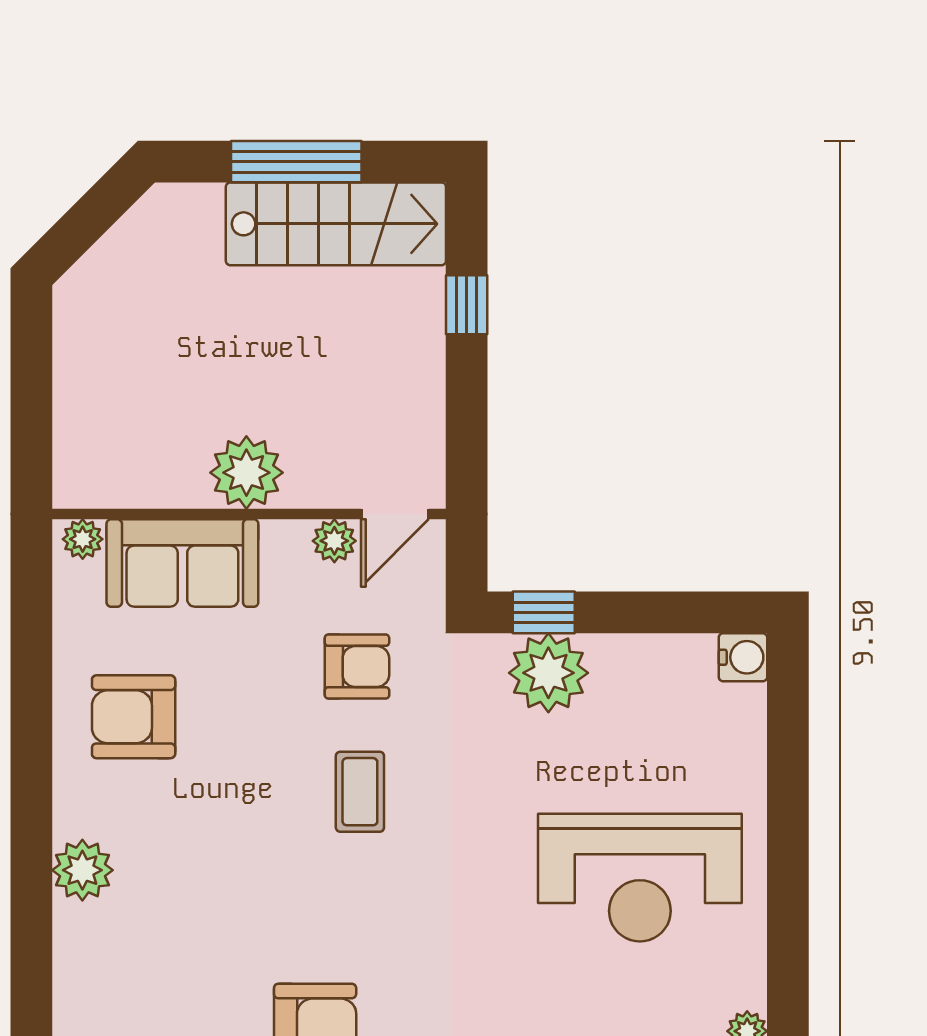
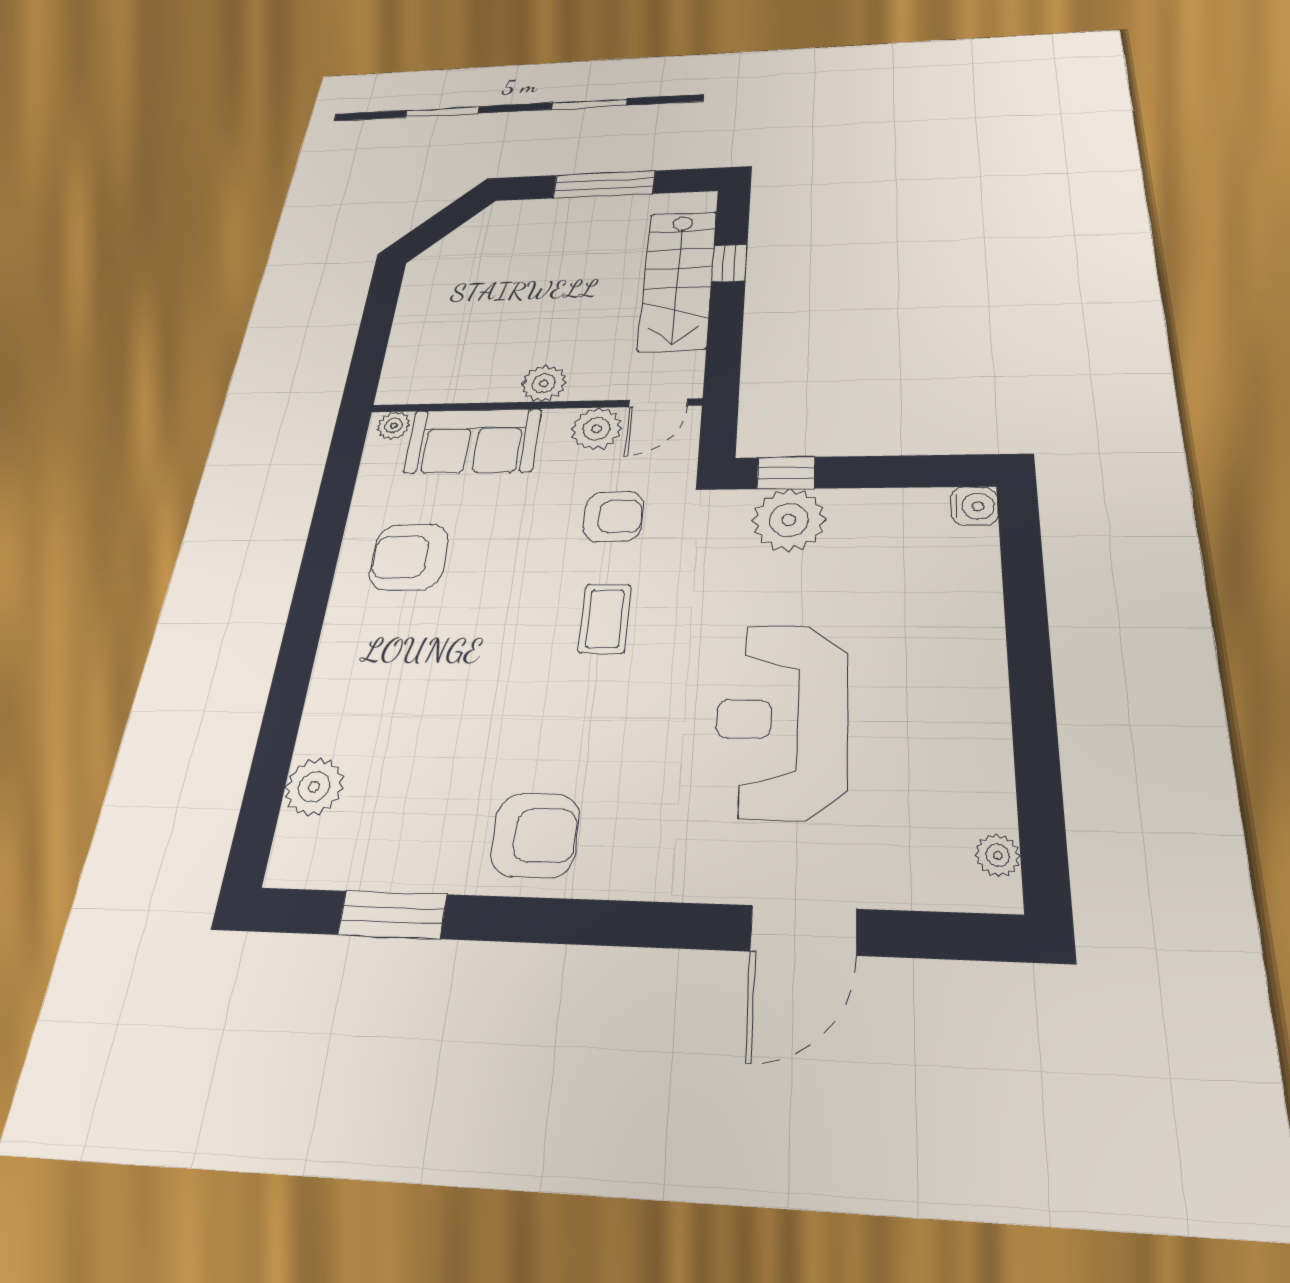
stairs: (336, 224) -> (678, 280), moved, turned 90
plant: (246, 473) -> (544, 383), width x0.73, depth x0.73
plant: (334, 541) -> (597, 429), width x1.38, depth x1.38
plant: (82, 870) -> (314, 787), moved
reception desk: (640, 878) -> (782, 719), moved, turned 90

